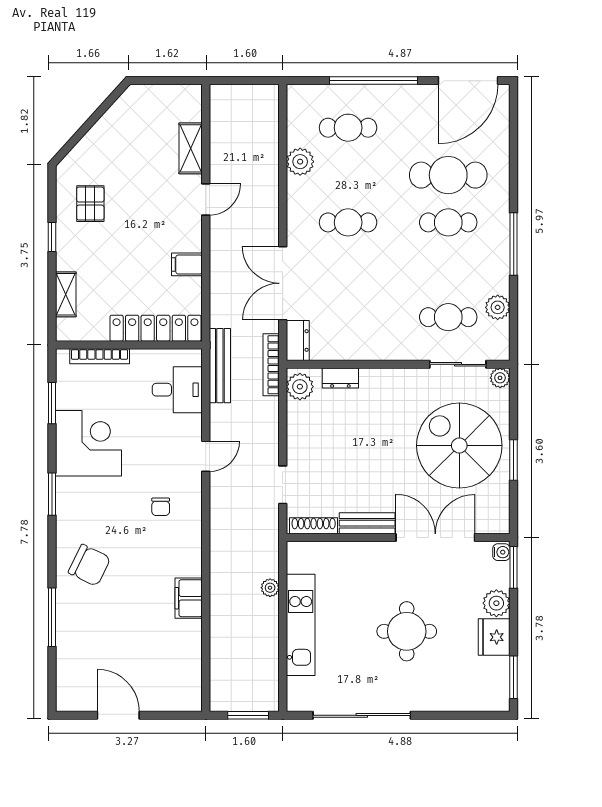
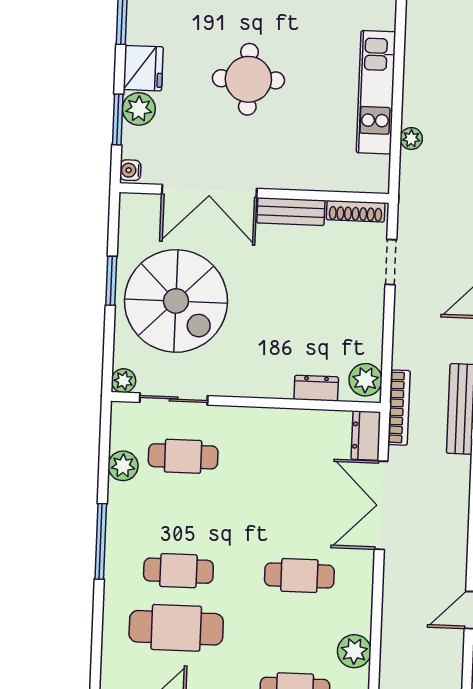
double door: (283, 283) -> (381, 505), swing flipped
window: (514, 567) -> (118, 119), moved

